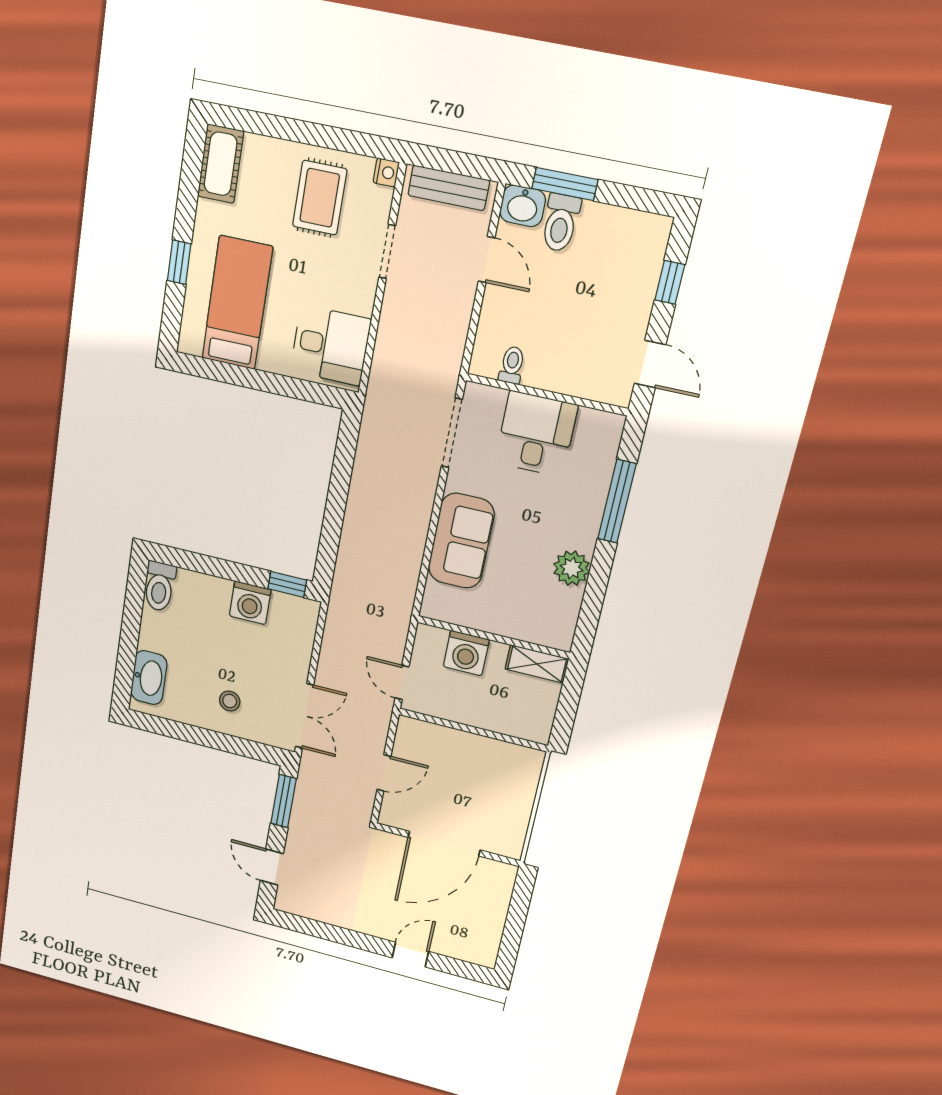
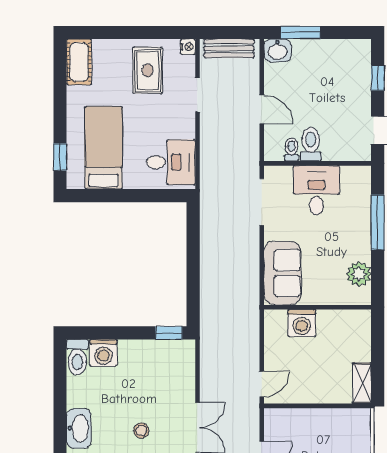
toilet: (561, 223) -> (311, 144), moved, turned 180
door: (487, 260) -> (262, 109), moved
window: (179, 262) -> (60, 157), moved
washing machine: (250, 603) -> (103, 353), moved
wall: (493, 637) -> (318, 307), moved
washing machine: (466, 653) -> (302, 323), moved
shelving: (537, 664) -> (362, 383), moved, turned 90
door: (402, 682) -> (262, 384), swing flipped

